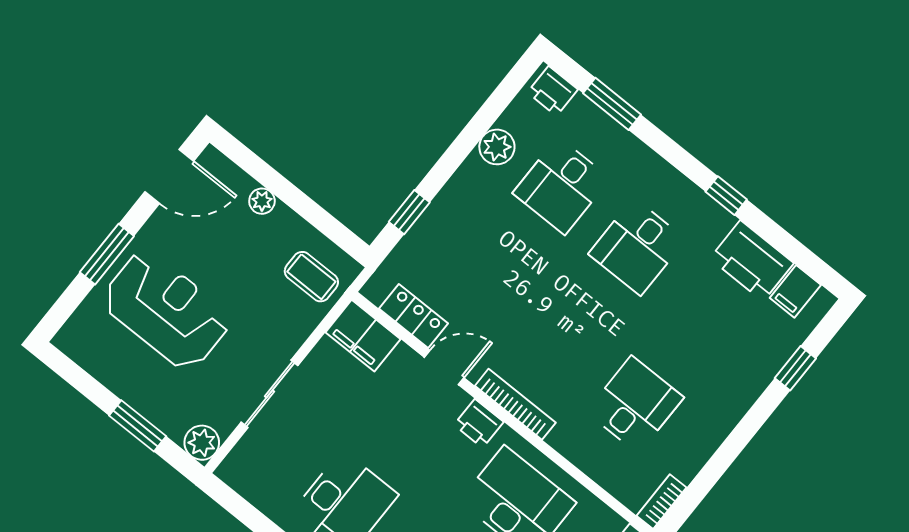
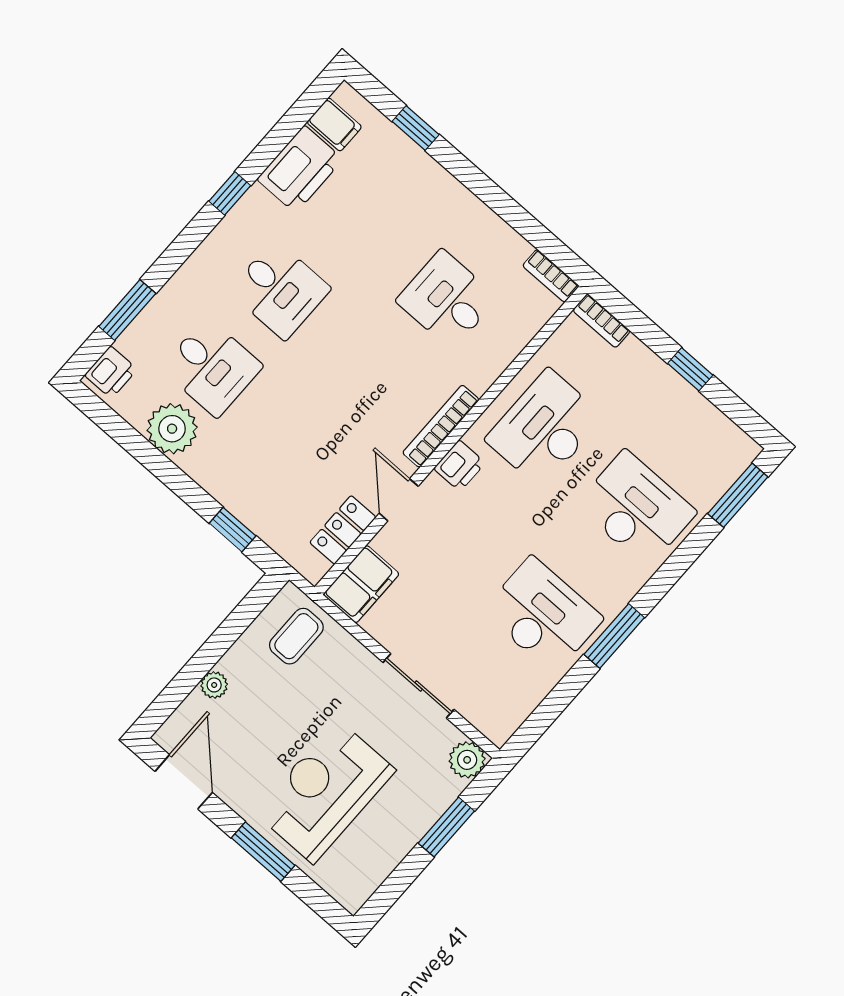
plant: (497, 147) -> (172, 429), width x1.36, depth x1.36

